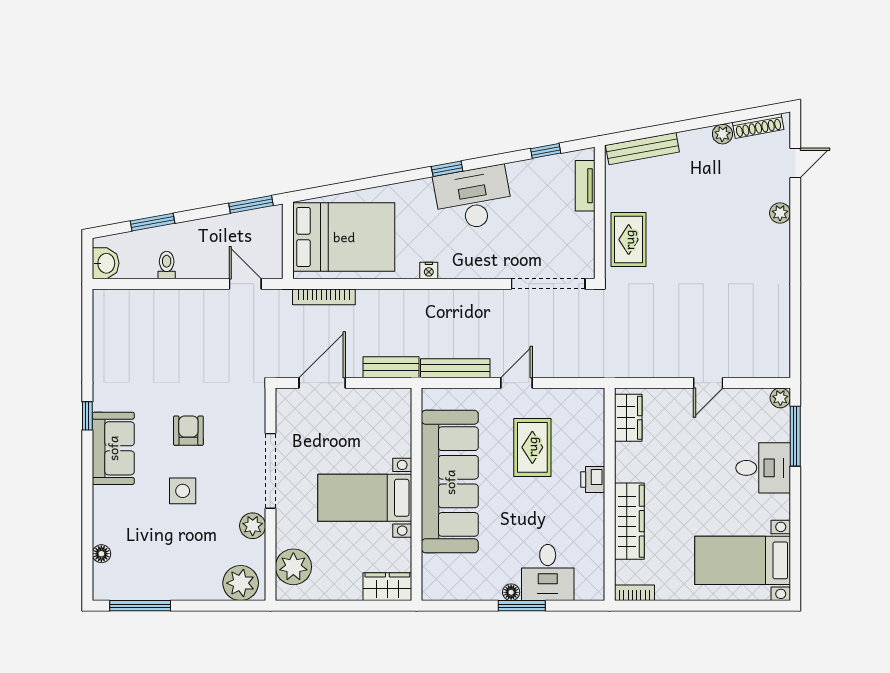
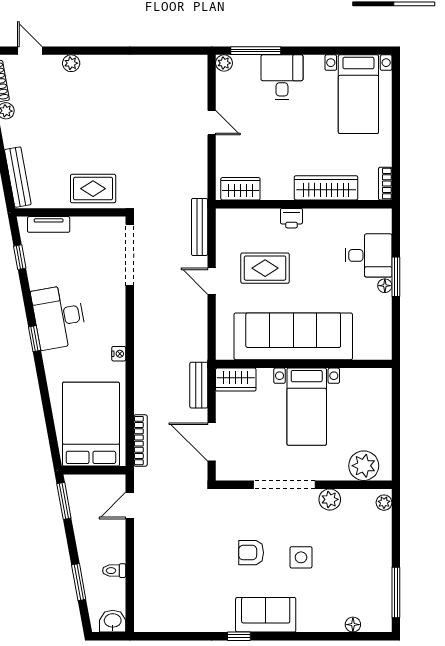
bench: (455, 368) -> (200, 227), moved
plant: (241, 583) -> (384, 503), width x0.53, depth x0.53
wardrobe: (387, 587) -> (236, 380), moved, turned -90

